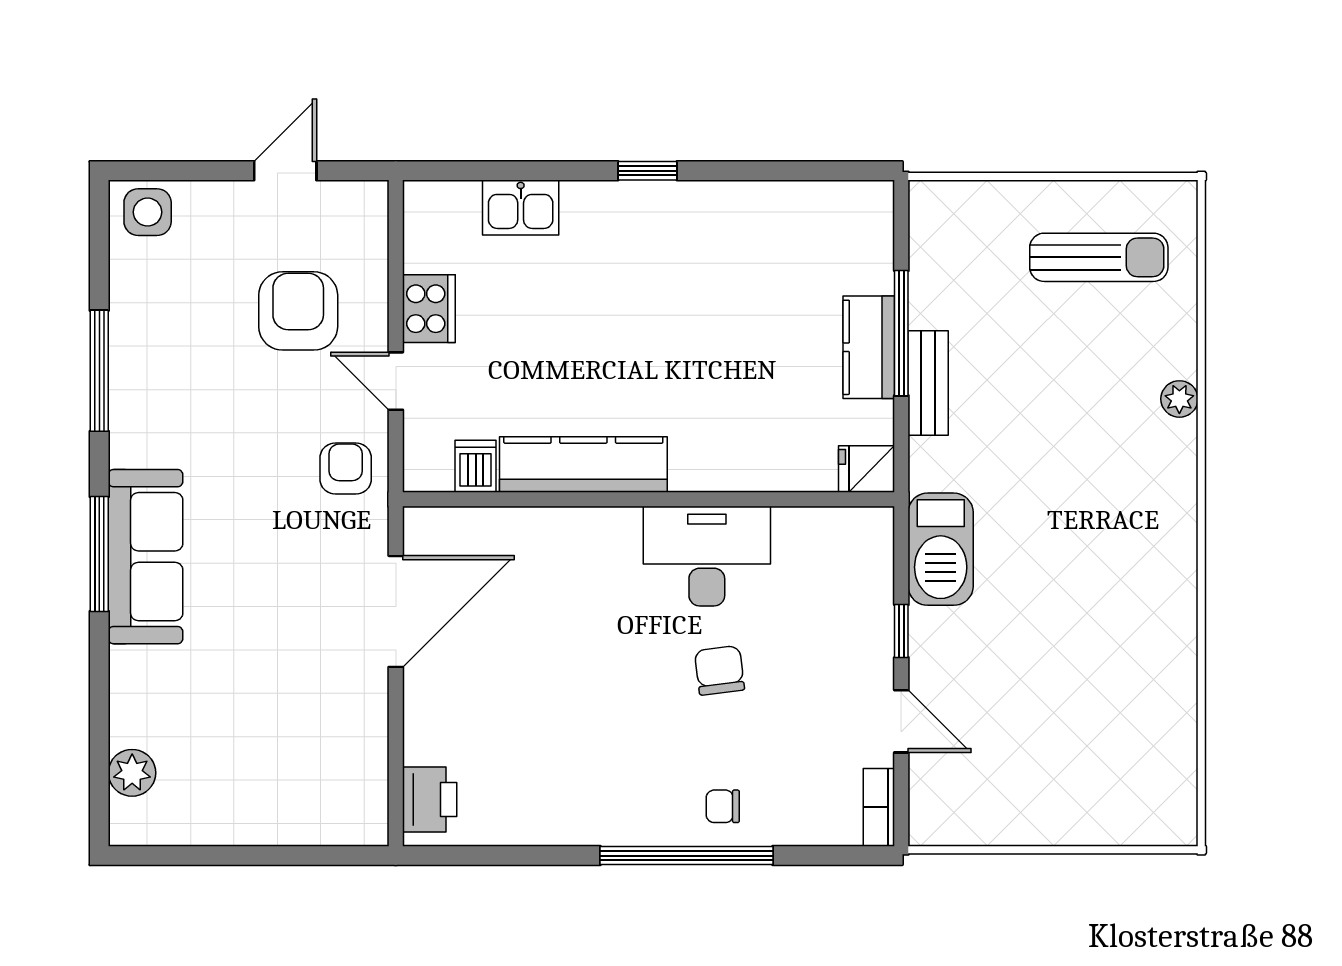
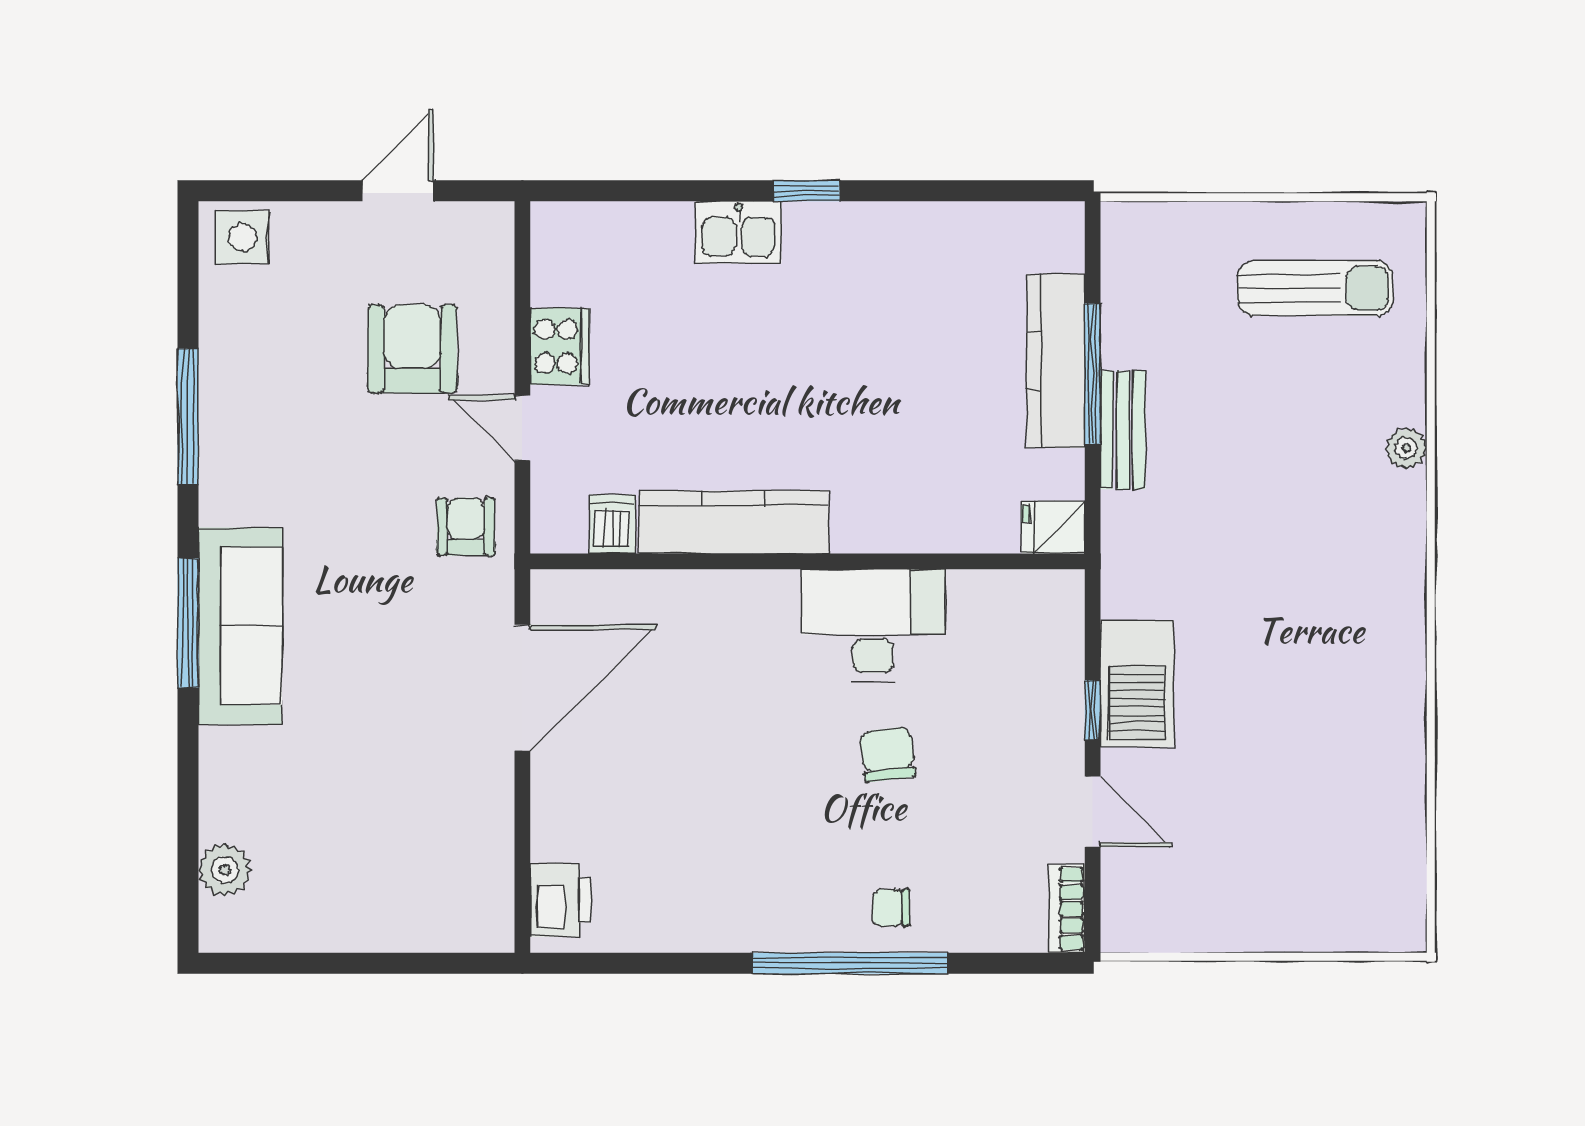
kitchen sink: (521, 208) -> (738, 232), moved
kitchen counter: (869, 347) -> (1056, 361), width x1.50
barbecue: (941, 549) -> (1137, 683), moved

